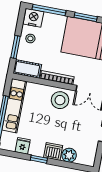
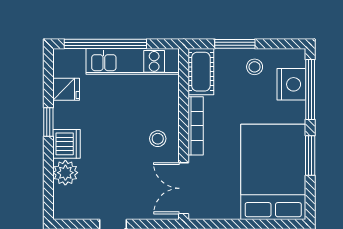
nightstand: (33, 18) -> (291, 84), moved
stool: (60, 100) -> (158, 139), width x0.53, depth x0.53

